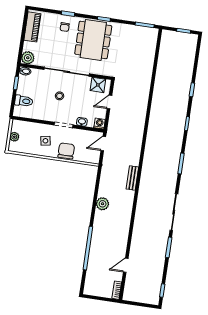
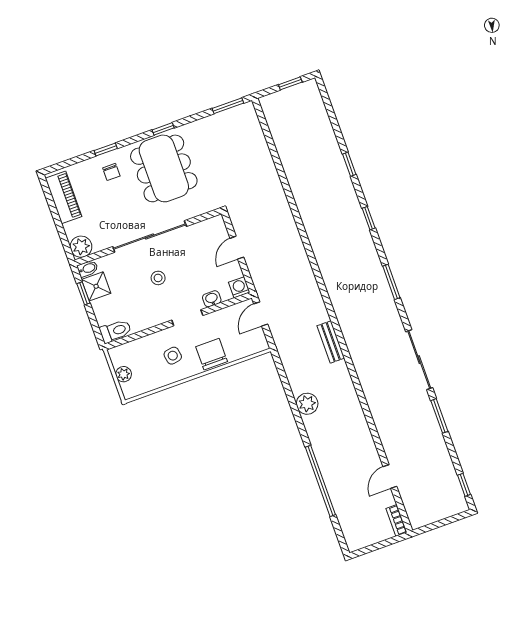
shower: (98, 85) -> (96, 286), moved
toilet: (24, 101) -> (115, 331), moved

